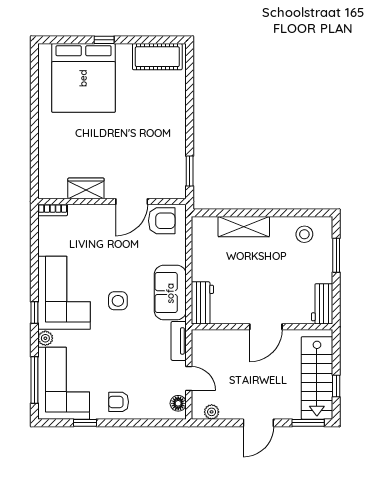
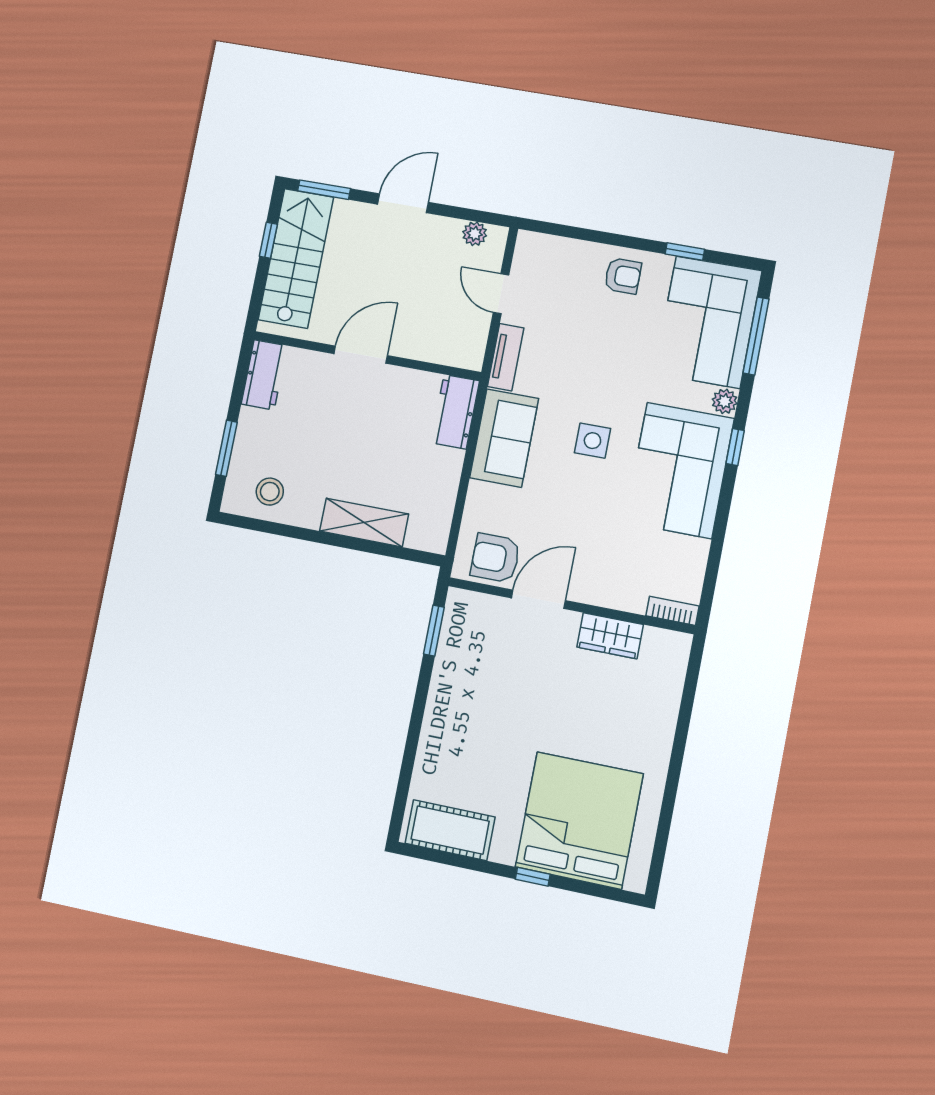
floor lamp: (178, 403) -> (526, 257), removed

